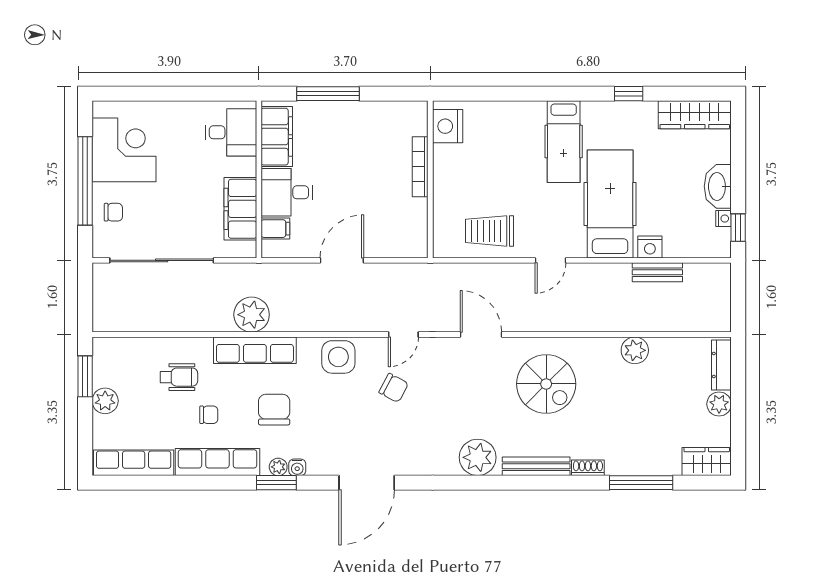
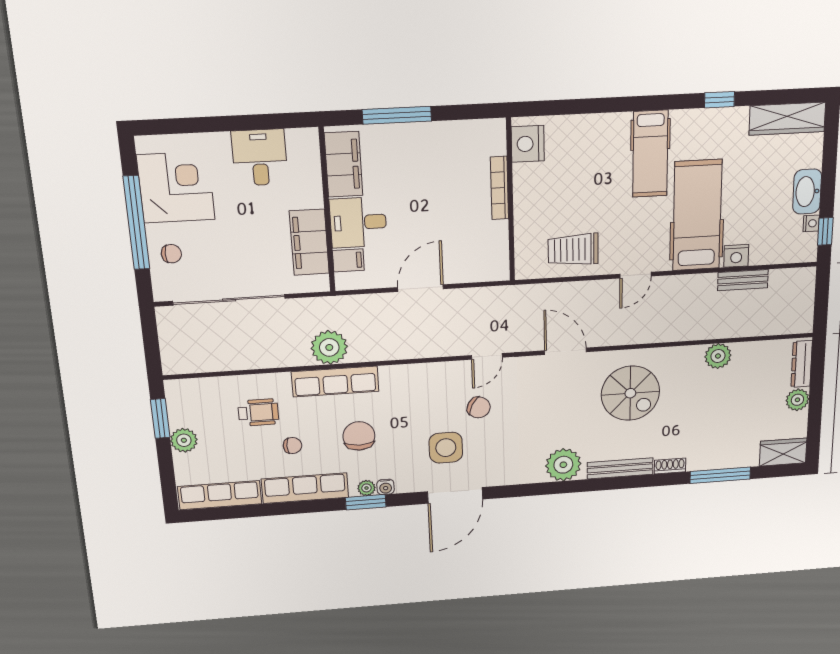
desk: (231, 132) -> (260, 157), moved, turned -90
side table: (338, 357) -> (446, 448), moved

